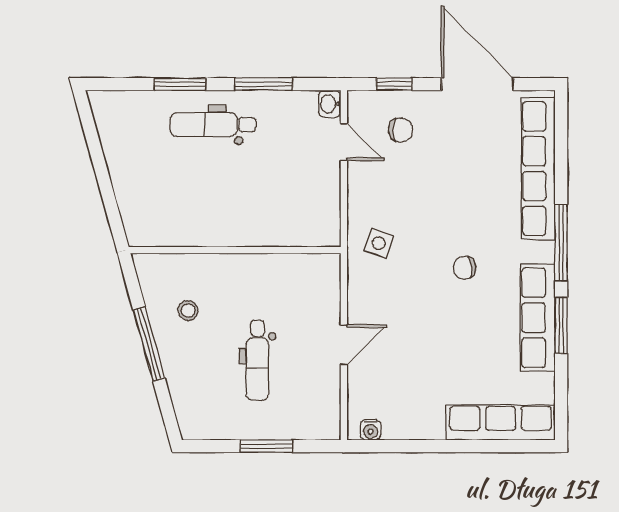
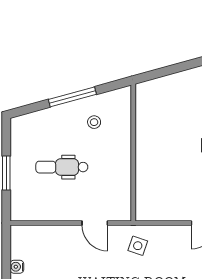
door: (344, 345) -> (95, 223), moved
water cooler: (371, 430) -> (17, 267), moved

